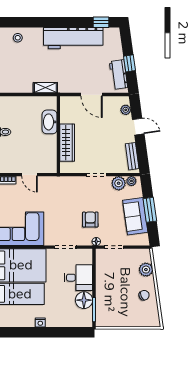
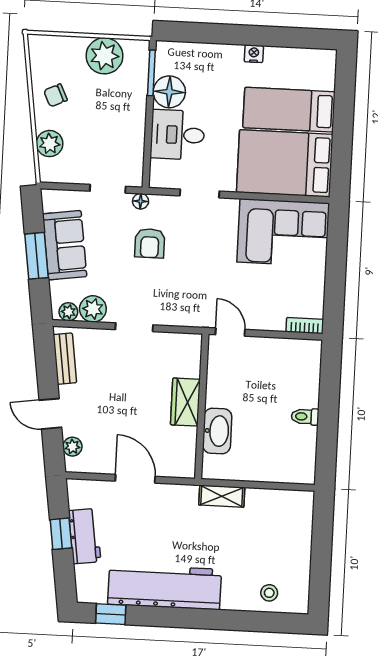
workbench: (118, 75) -> (85, 536), moved
wardrobe: (67, 143) -> (185, 402), width x0.67
door: (30, 175) -> (230, 332), moved
plant: (119, 317) -> (104, 56), added

